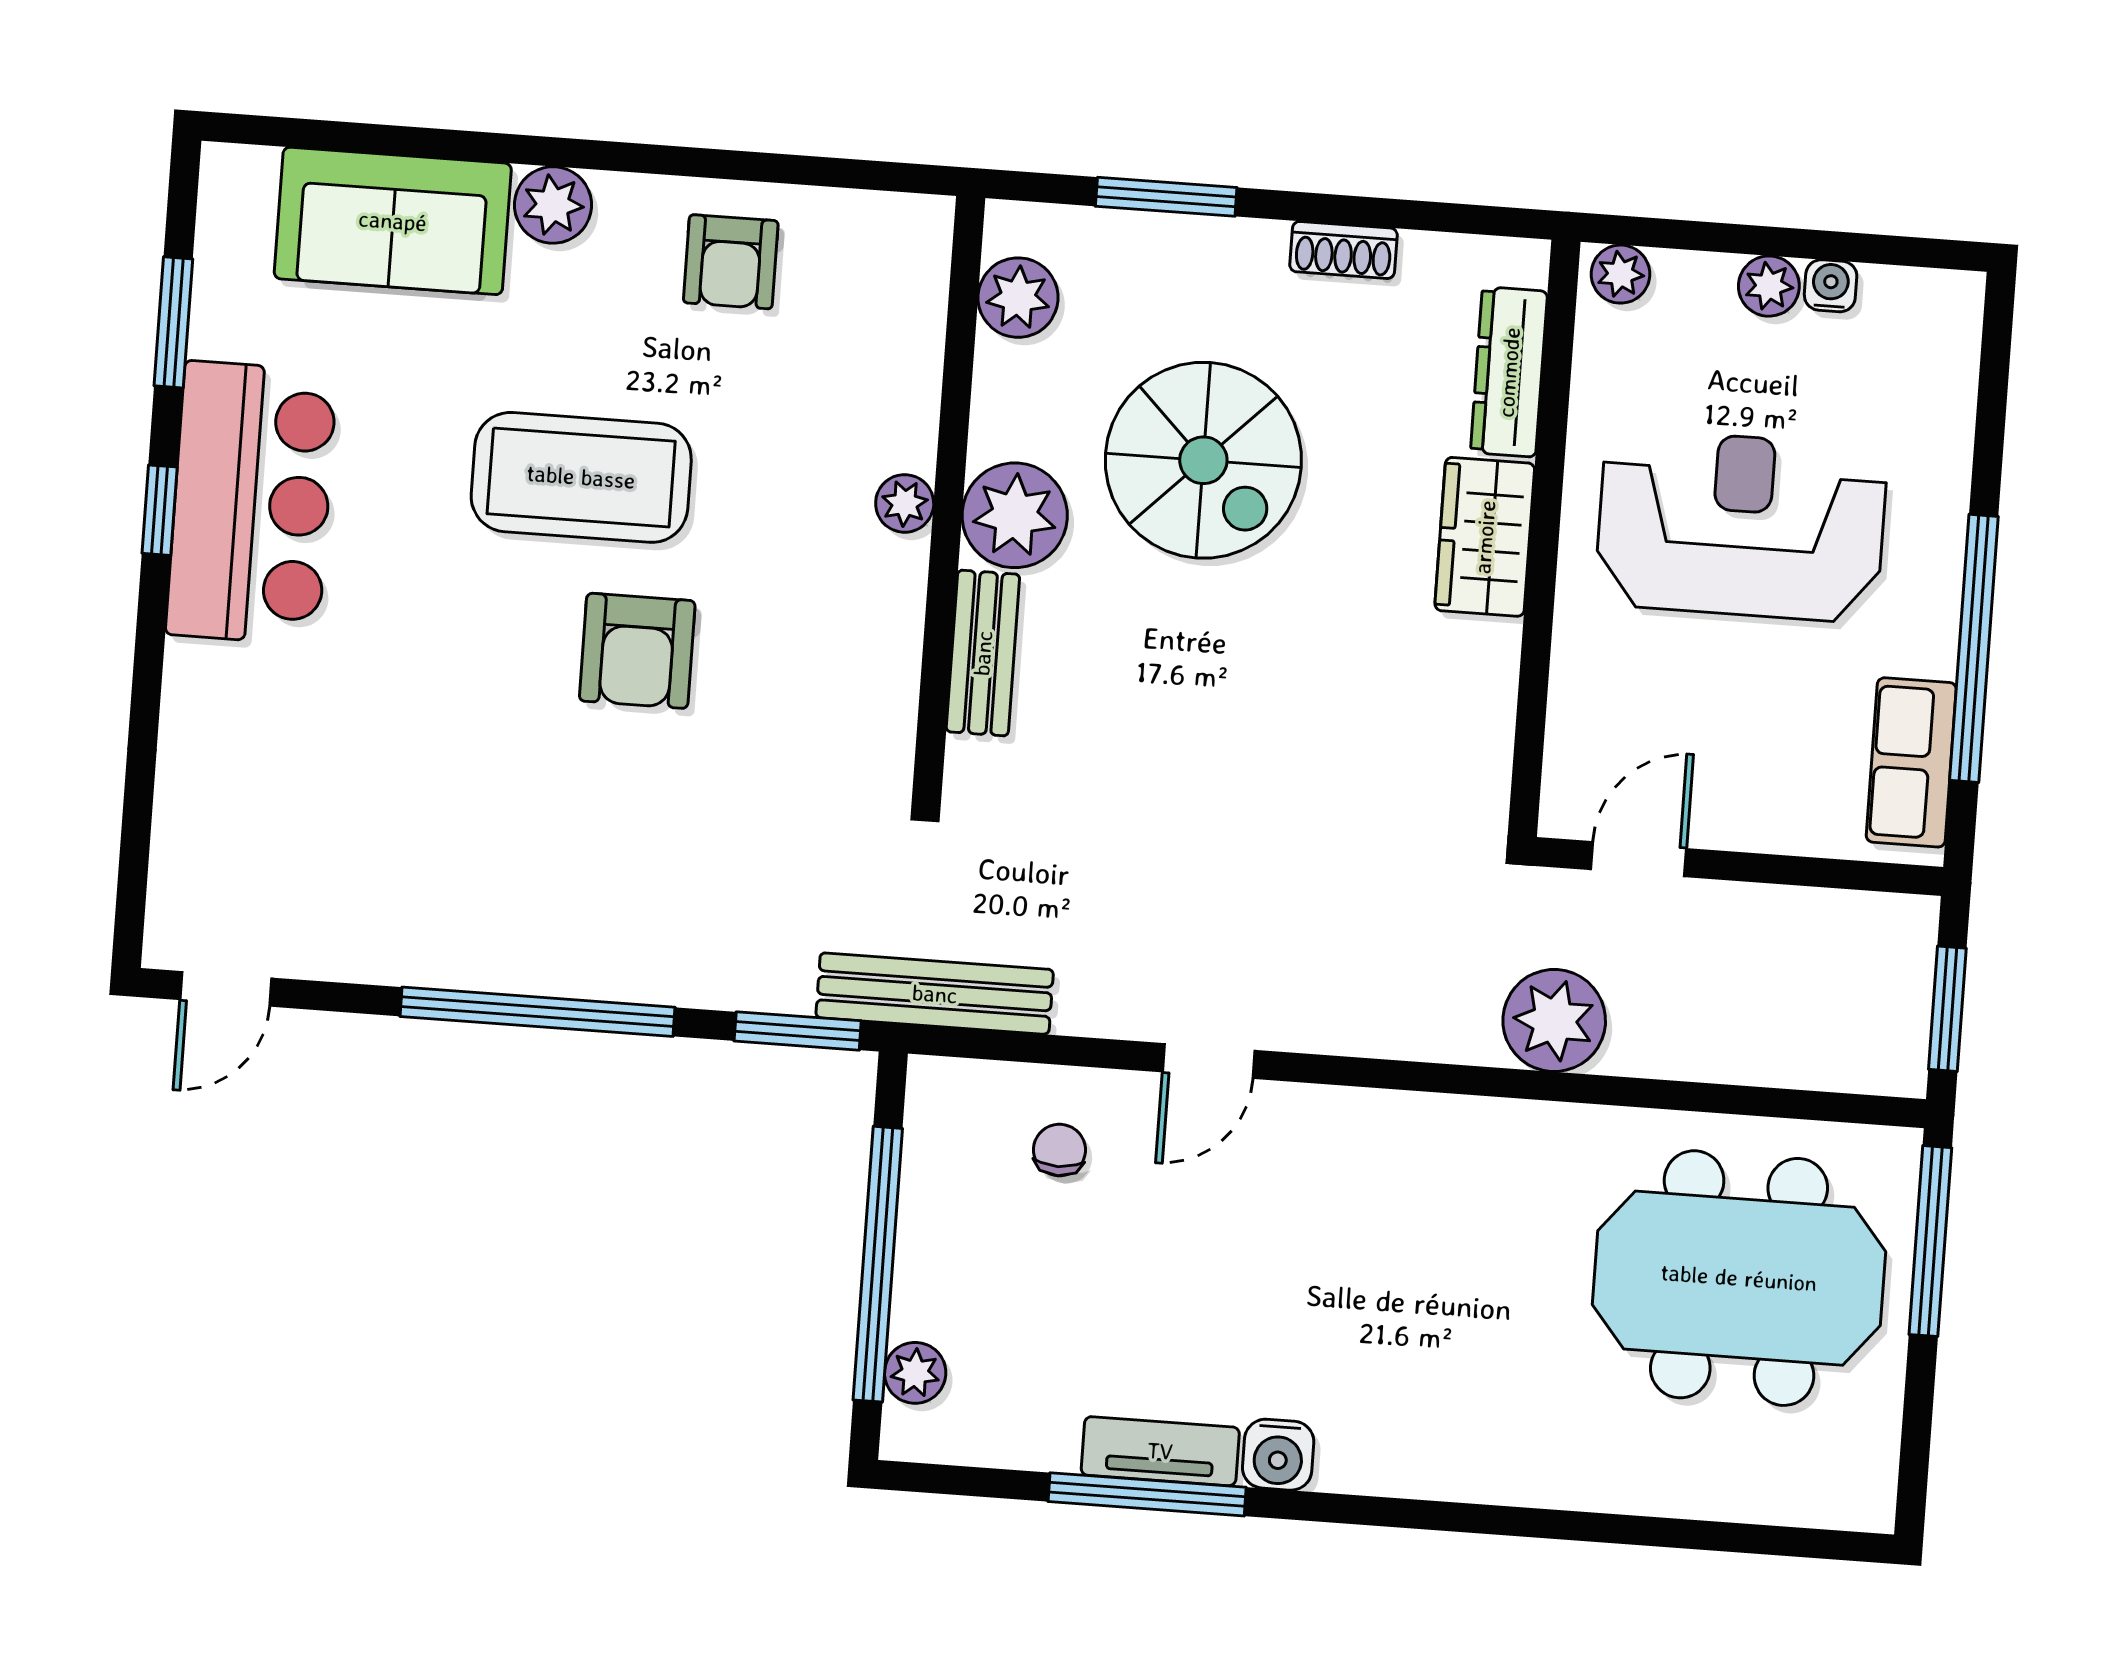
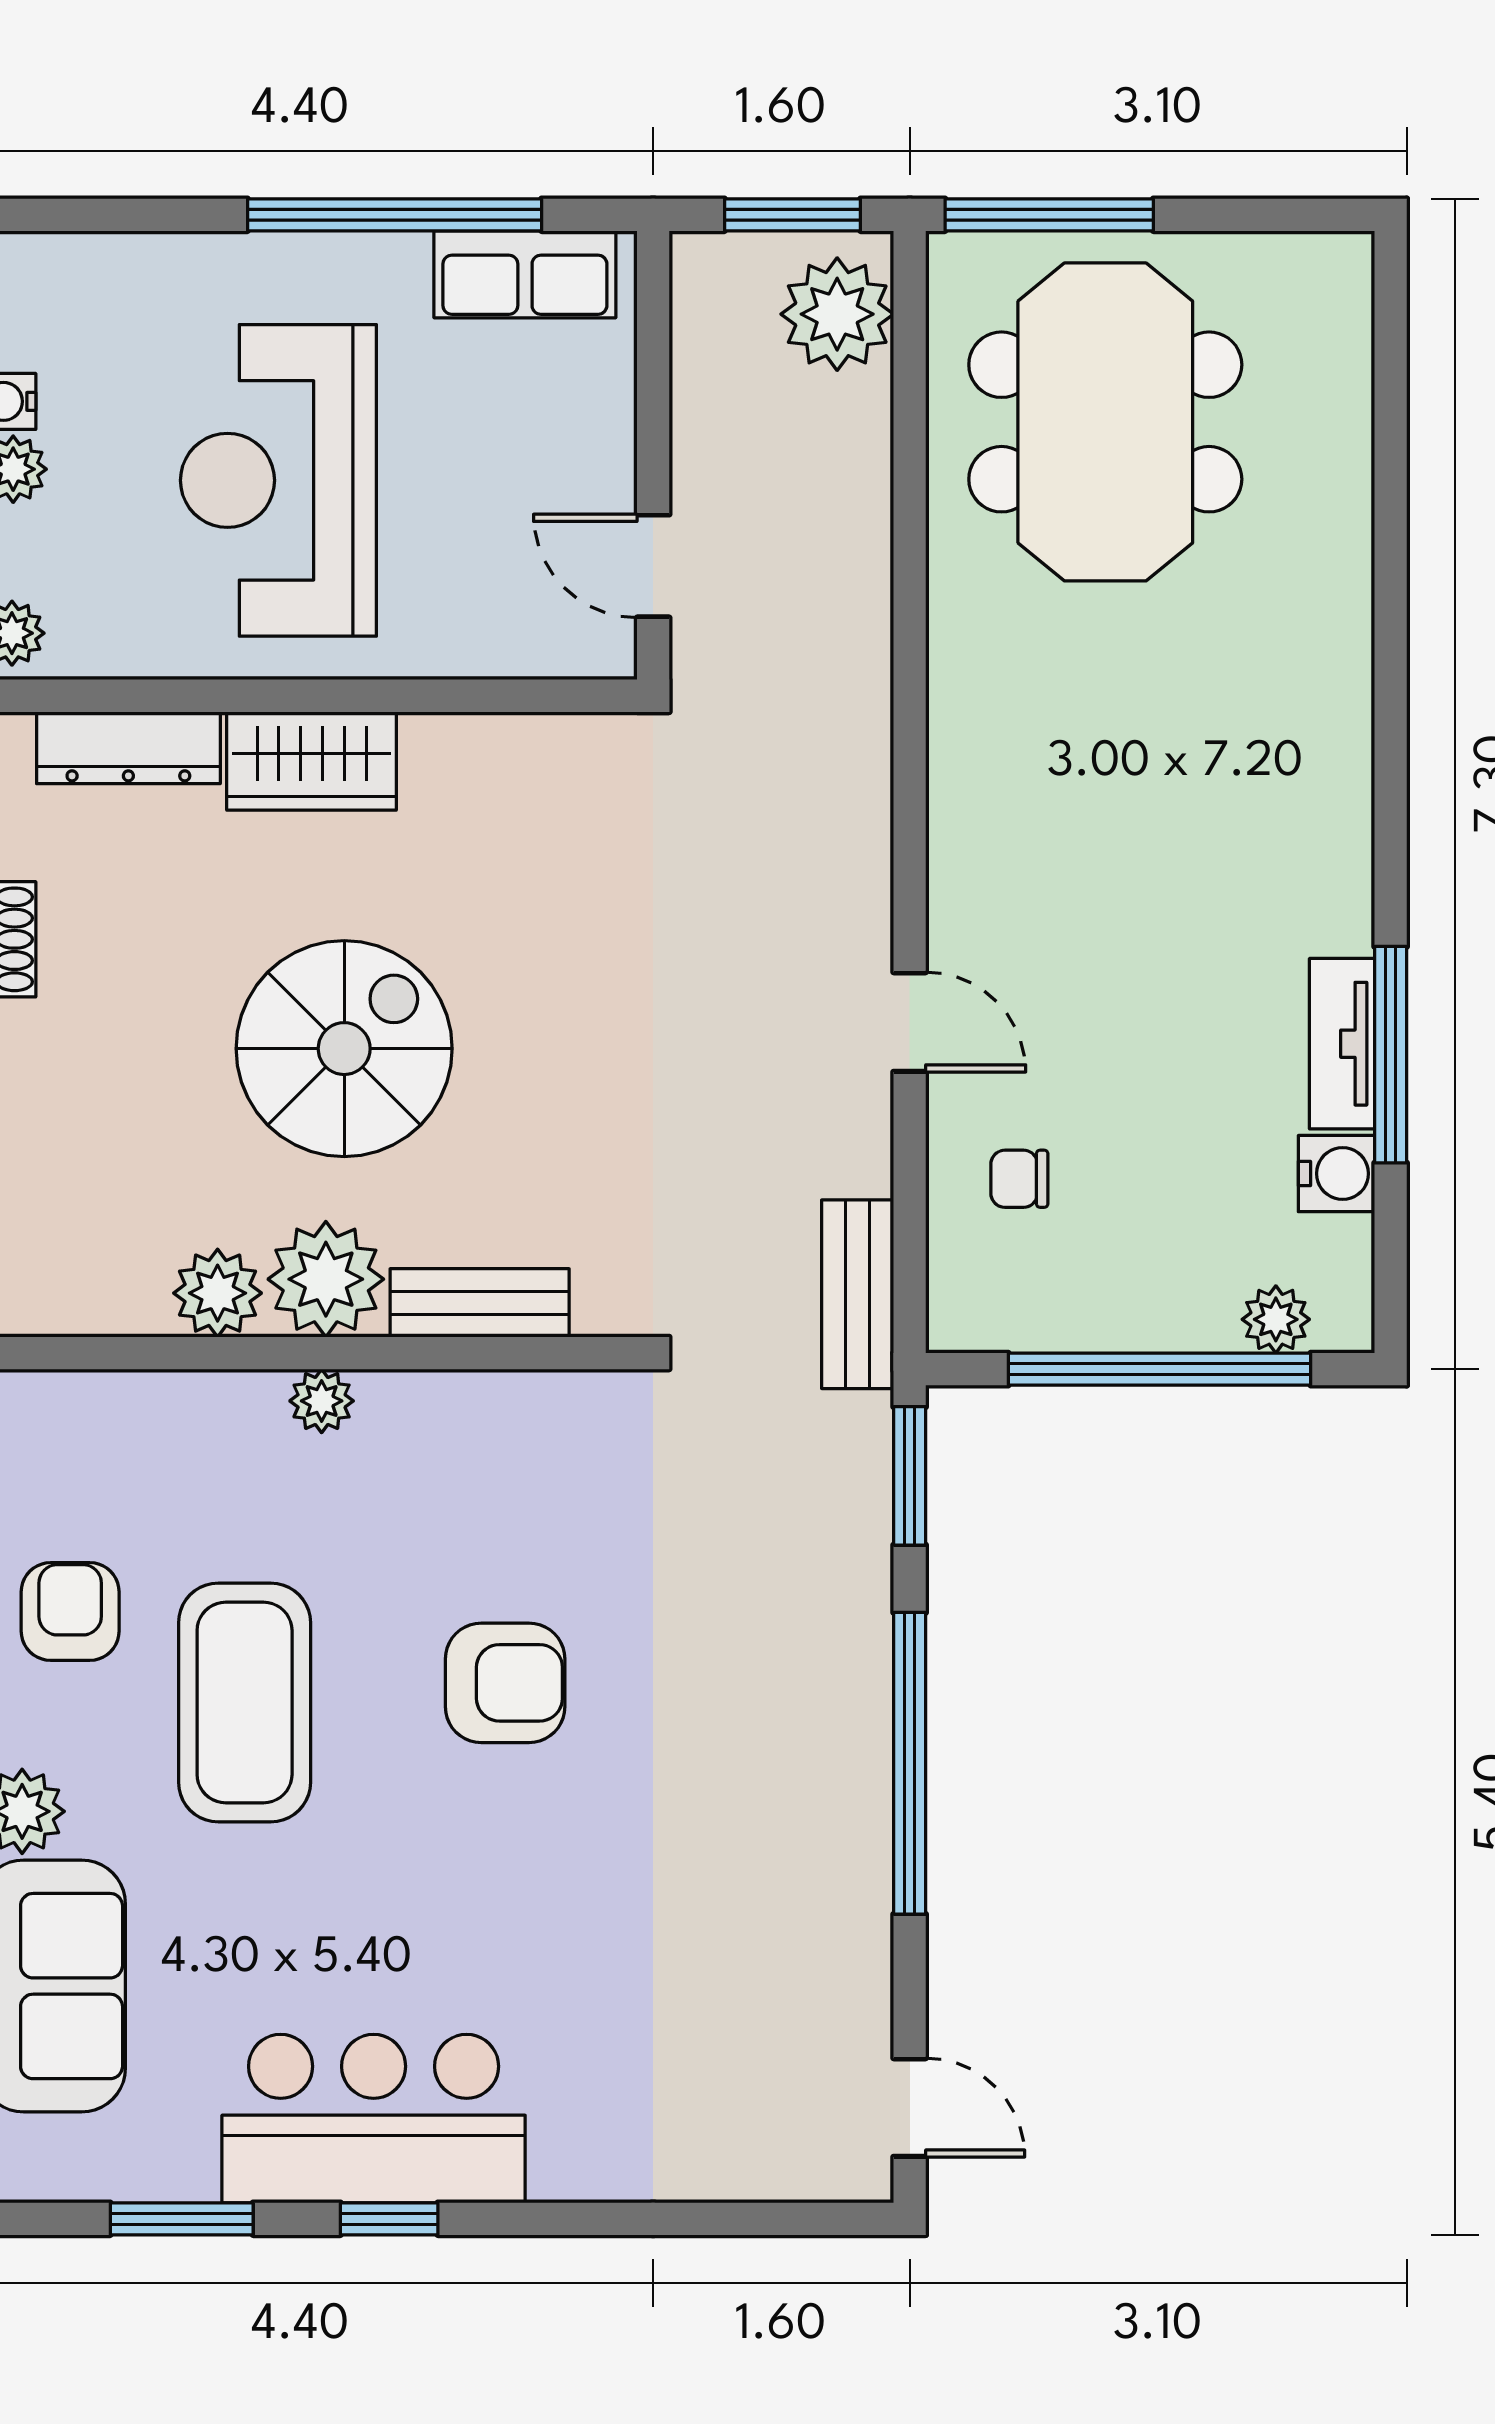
armchair: (731, 262) -> (70, 1612), turned -90
plant: (1018, 298) -> (218, 1293), moved
spiral stairs: (1203, 460) -> (344, 1049), moved
coffee table: (581, 477) -> (245, 1702), moved
bench: (935, 994) -> (858, 1294), width x0.73
plant: (1554, 1021) -> (837, 314), moved
water cooler: (1278, 1455) -> (1336, 1174), moved

